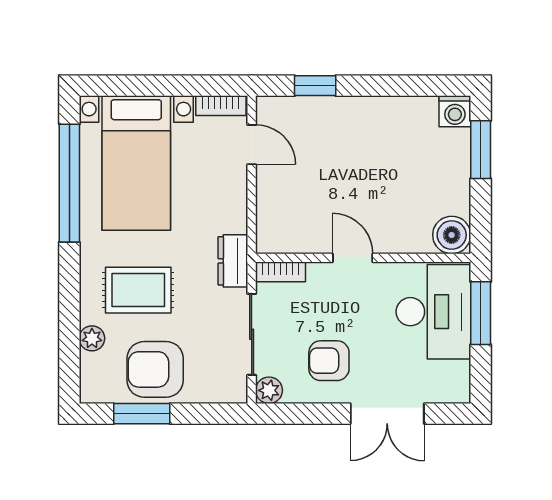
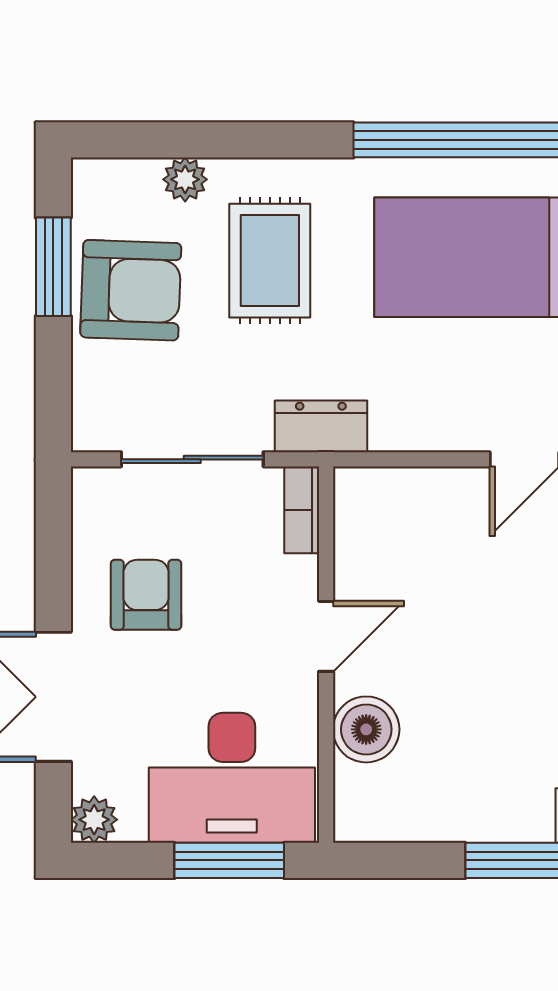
boiler: (452, 235) -> (366, 729), moved
armchair: (155, 369) -> (131, 290), turned 92
plant: (269, 390) -> (94, 820), moved

